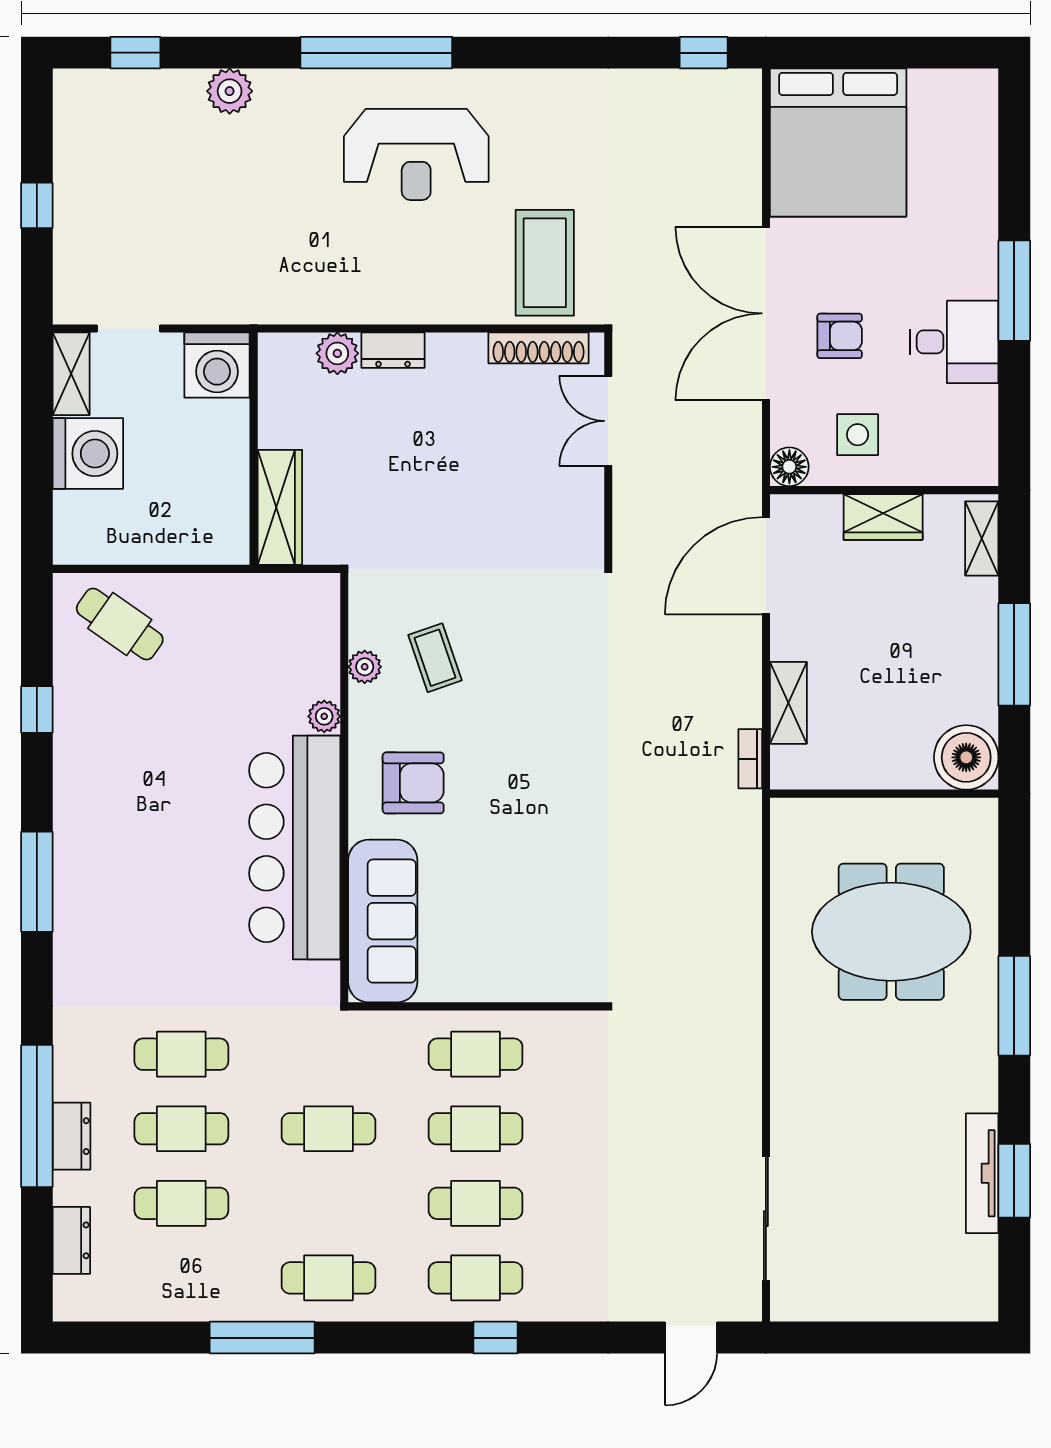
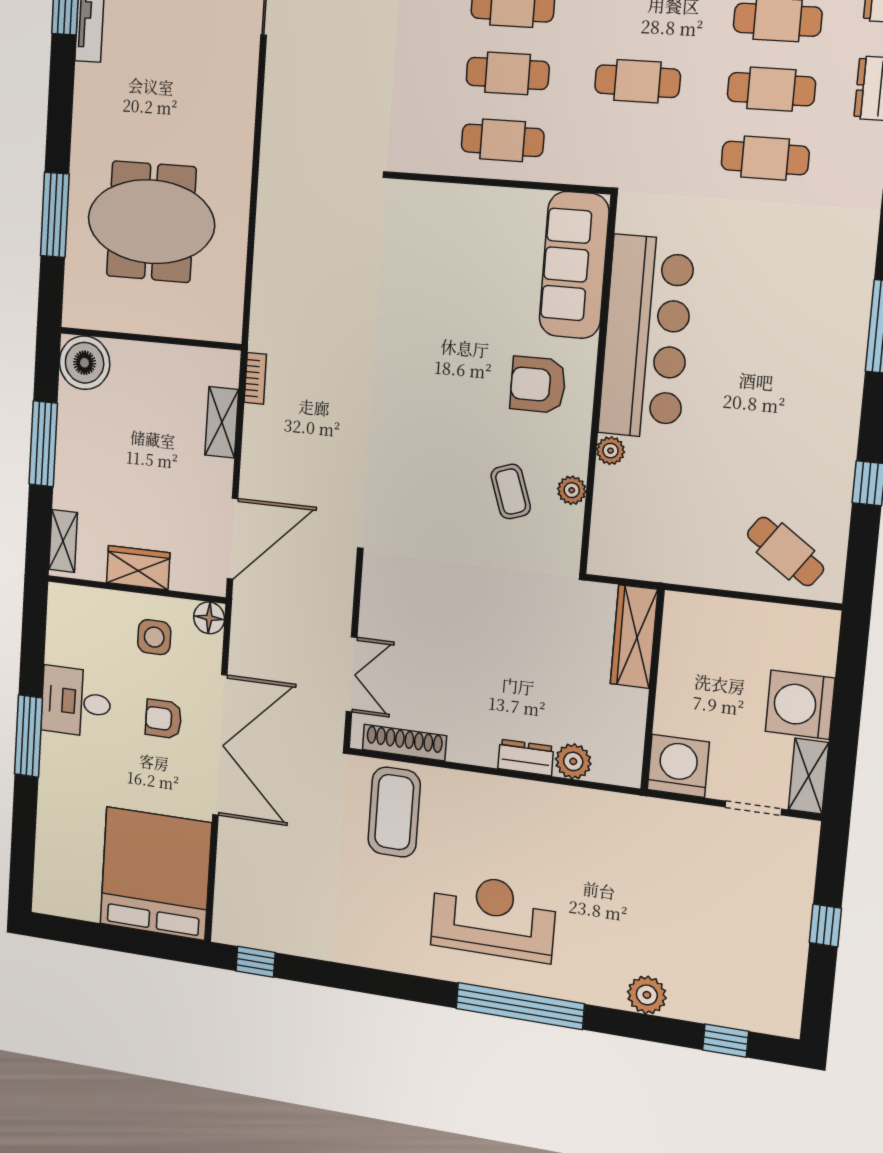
window: (1014, 1006) -> (55, 215), moved

